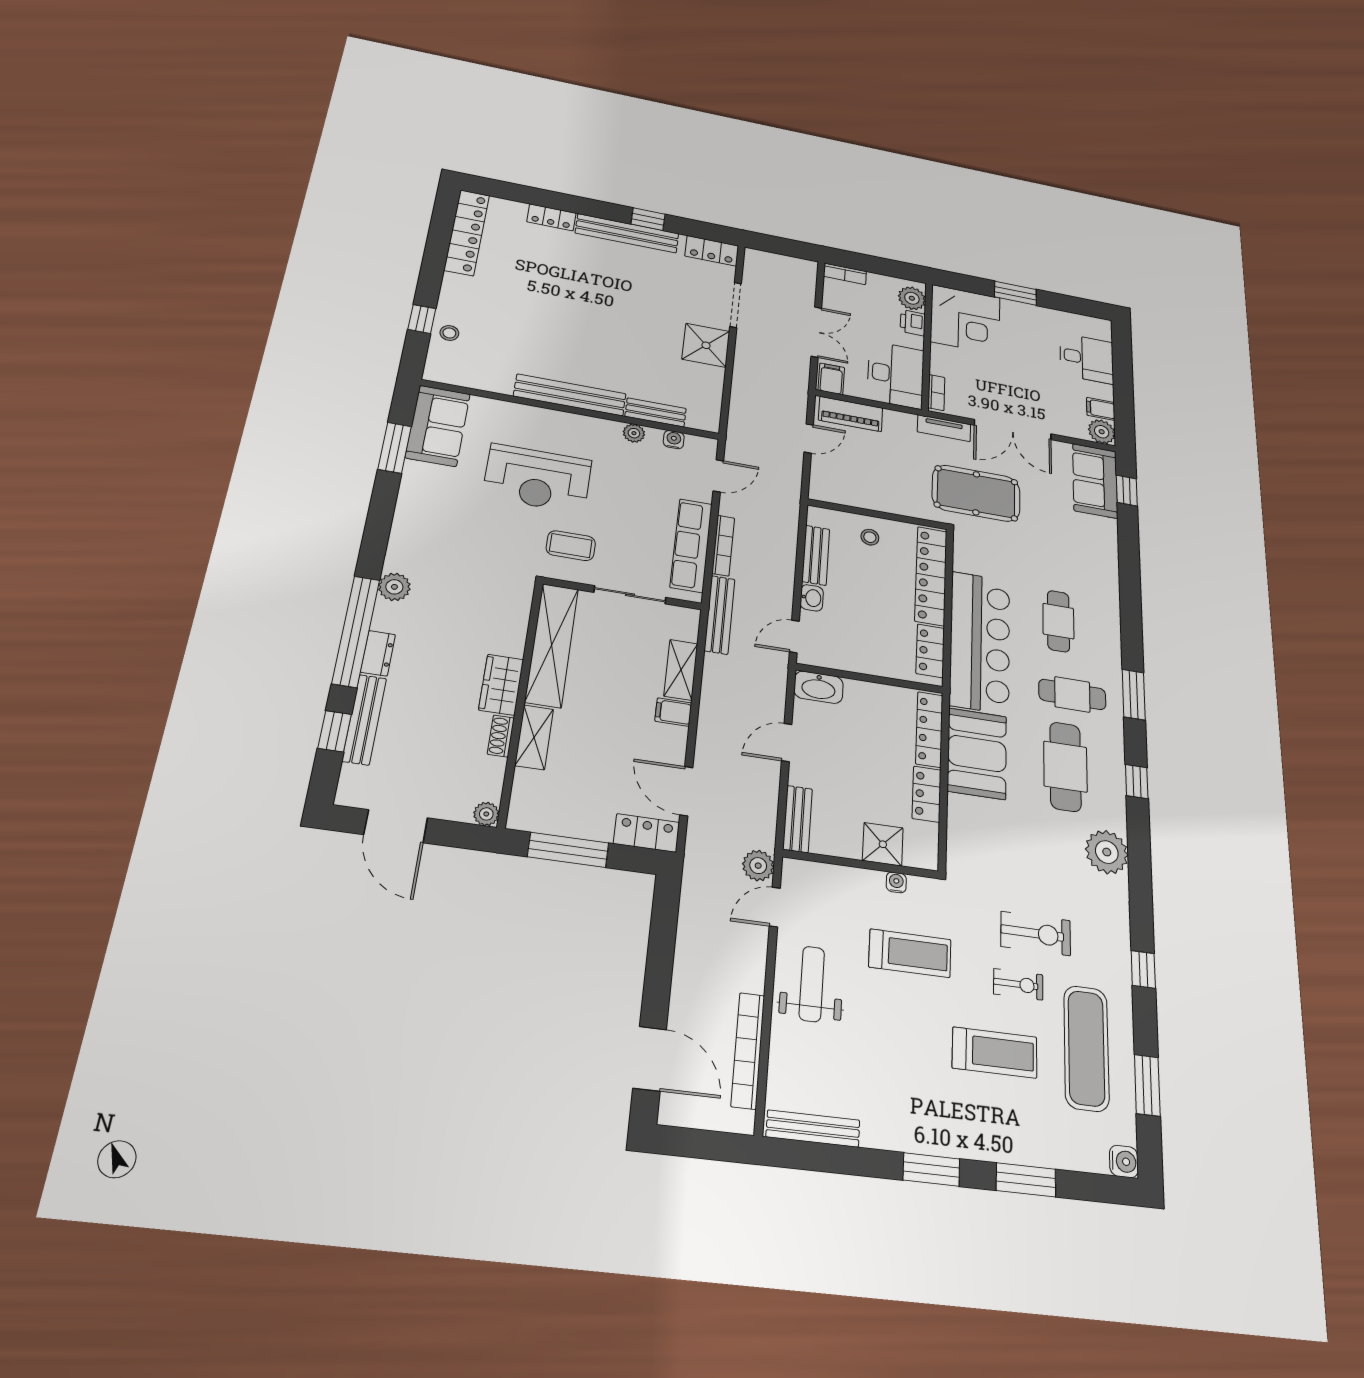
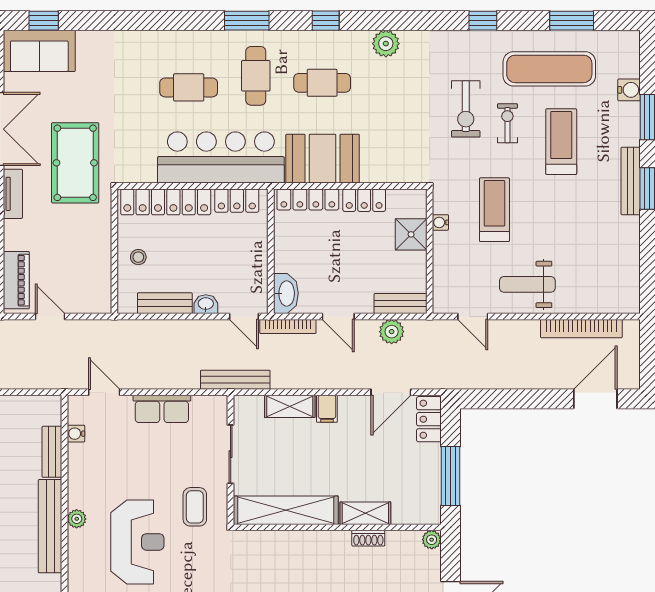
plant: (634, 433) -> (77, 519), moved
row of seats: (691, 545) -> (162, 409), width x0.68
bookcase: (723, 545) -> (288, 326), moved, turned 180
wardrobe: (501, 685) -> (326, 544), removed
cafe table: (1065, 767) -> (322, 83), width x0.73, depth x0.74
plant: (1107, 852) -> (386, 44), width x0.73, depth x0.73
plant: (758, 866) -> (392, 332), moved
exercise bike: (1036, 933) -> (466, 109), turned 180
bench: (813, 1129) -> (631, 181), moved
water cooler: (1124, 1161) -> (629, 90), moved, turned 90

